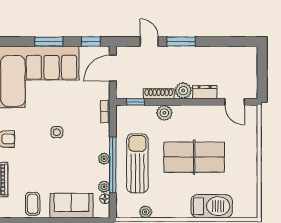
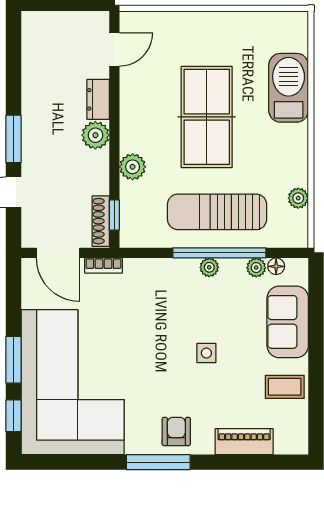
window: (91, 42) -> (14, 416), moved
shoe rack: (159, 94) -> (101, 221), moved
bookcase: (105, 112) -> (103, 265), moved
side table: (57, 132) -> (206, 353), moved

